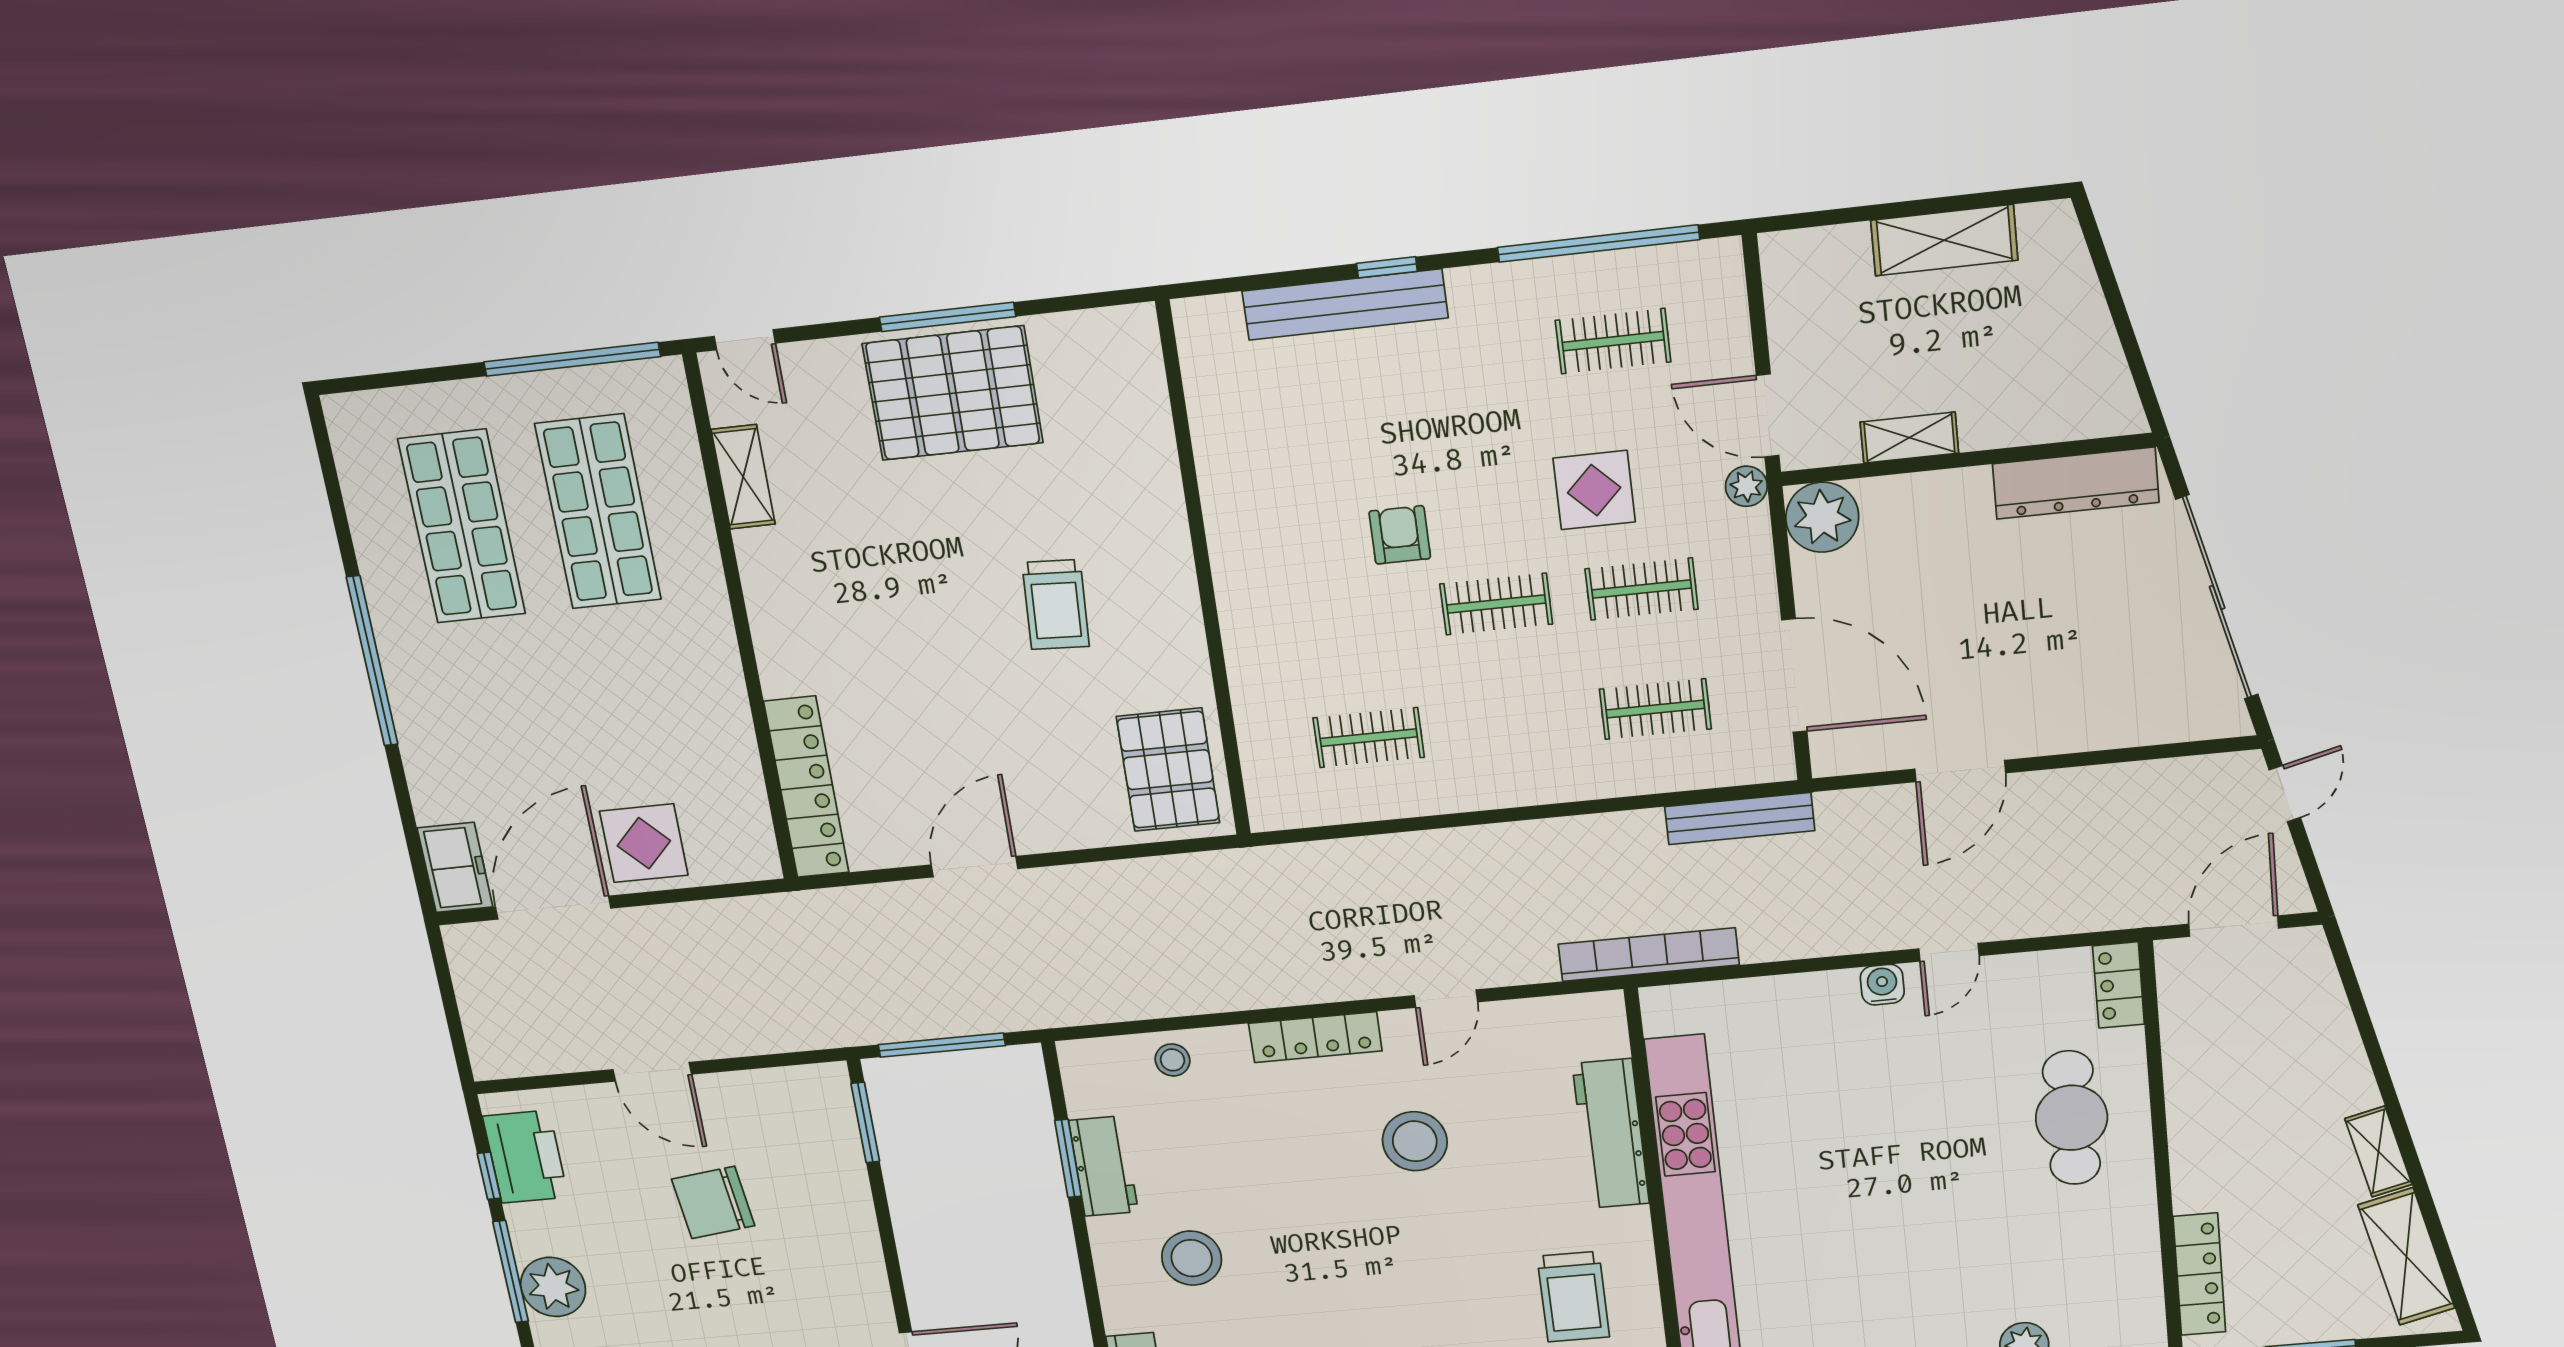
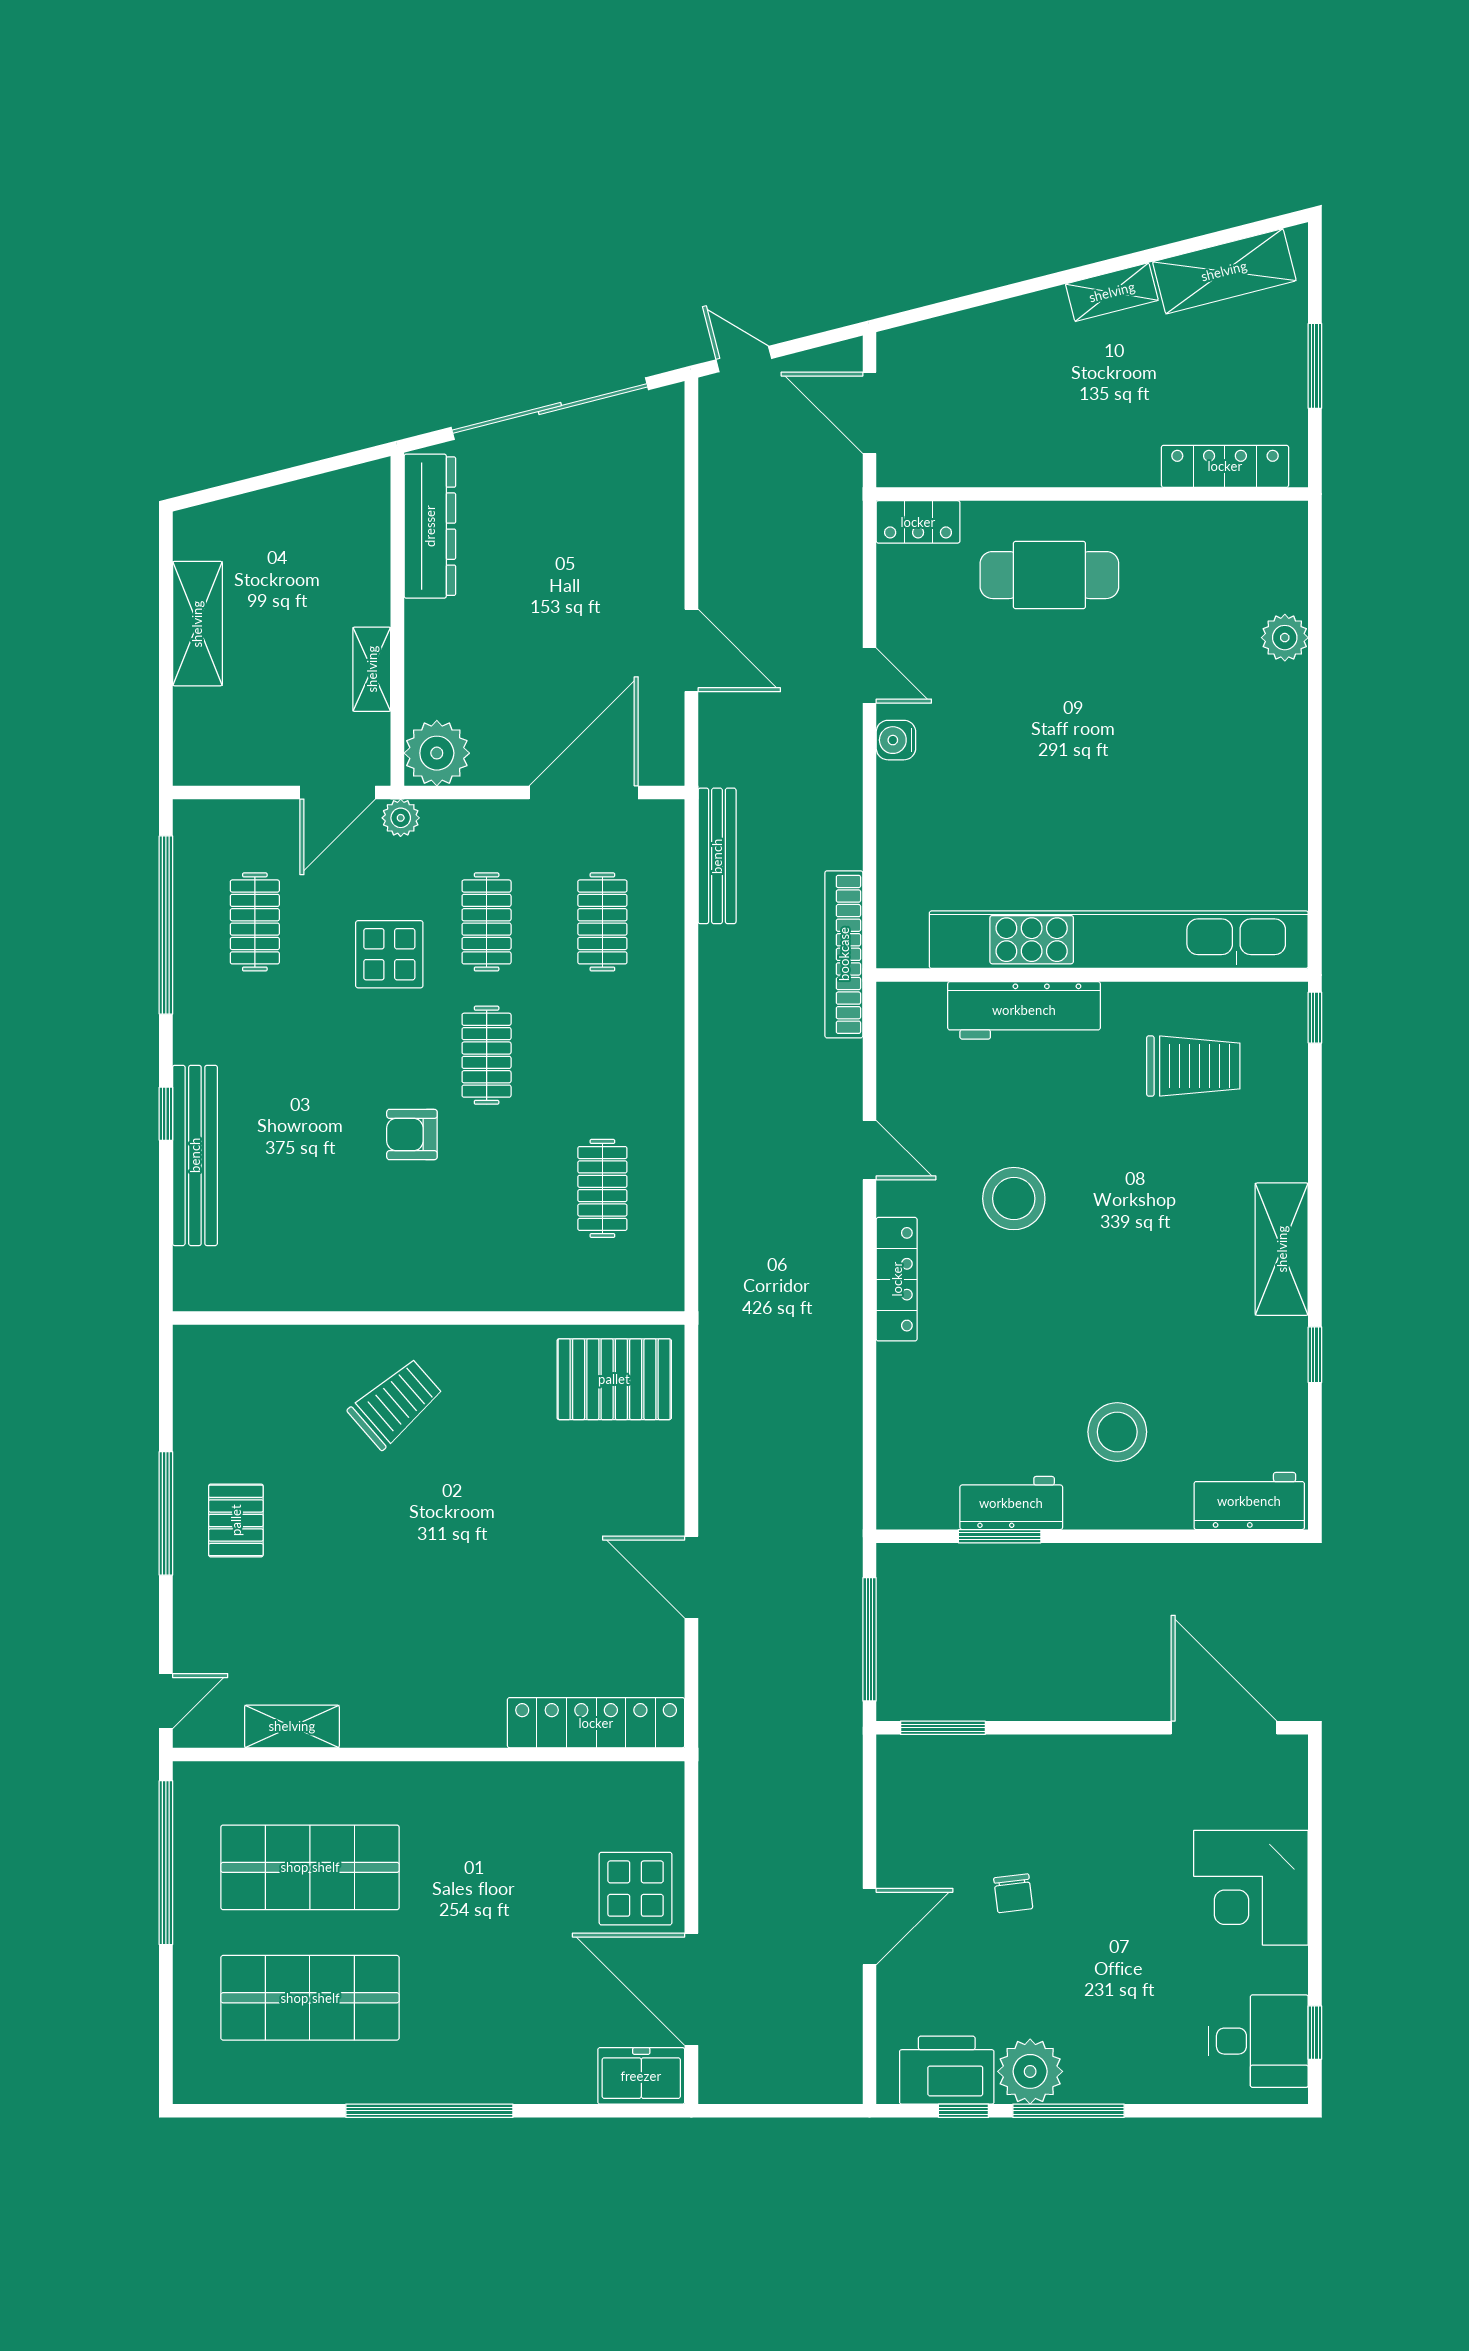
pallet: (953, 393) -> (236, 1520), width x0.49, depth x0.50
trolley: (1056, 604) -> (396, 1403), moved, turned -44
stool: (1172, 1060) -> (907, 1419), removed
chair: (713, 1202) -> (1013, 1893), width x0.54, depth x0.54
plant: (553, 1287) -> (1030, 2071), moved

